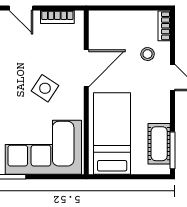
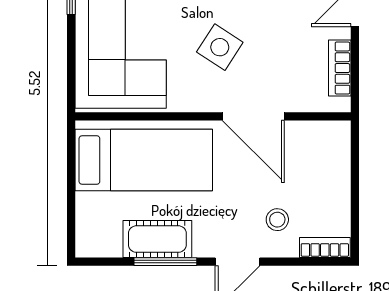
cot: (159, 144) -> (157, 239), moved
window: (173, 150) -> (165, 262), moved

